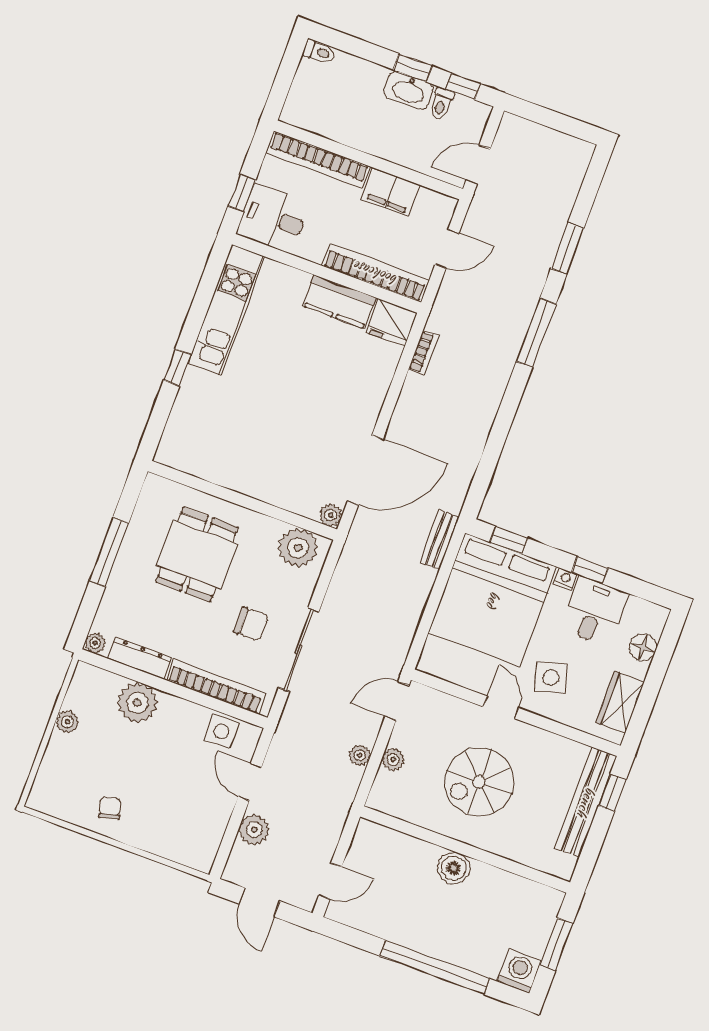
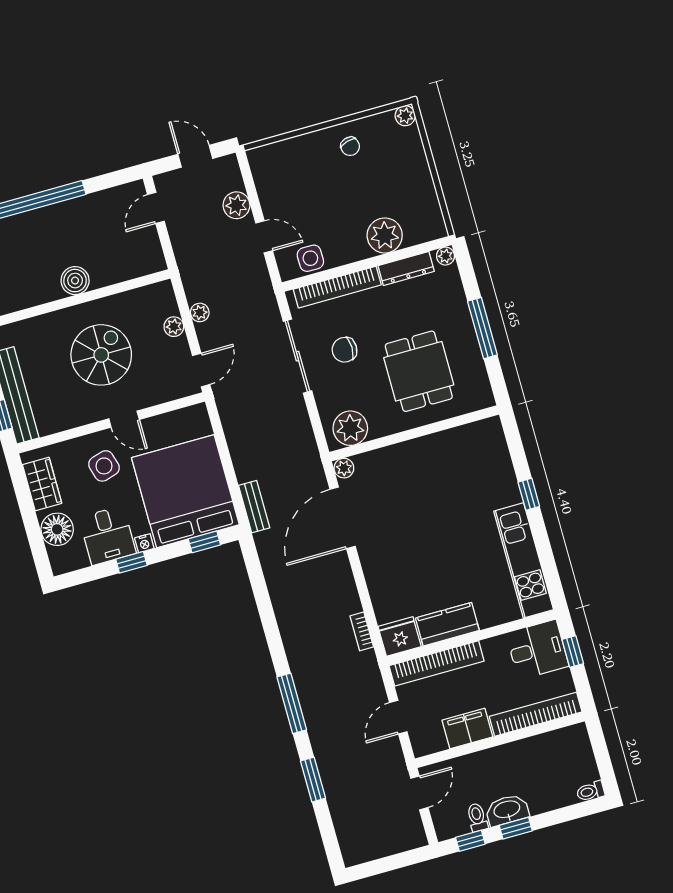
floor lamp: (643, 647) -> (57, 529), width x1.38, depth x1.38
plant: (67, 722) -> (405, 116), moved

